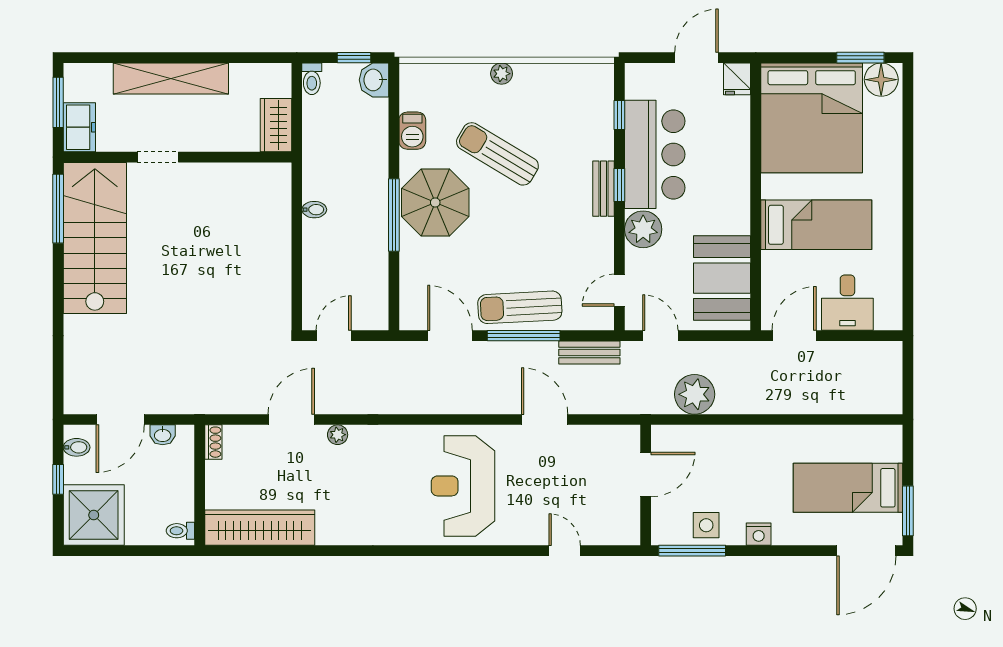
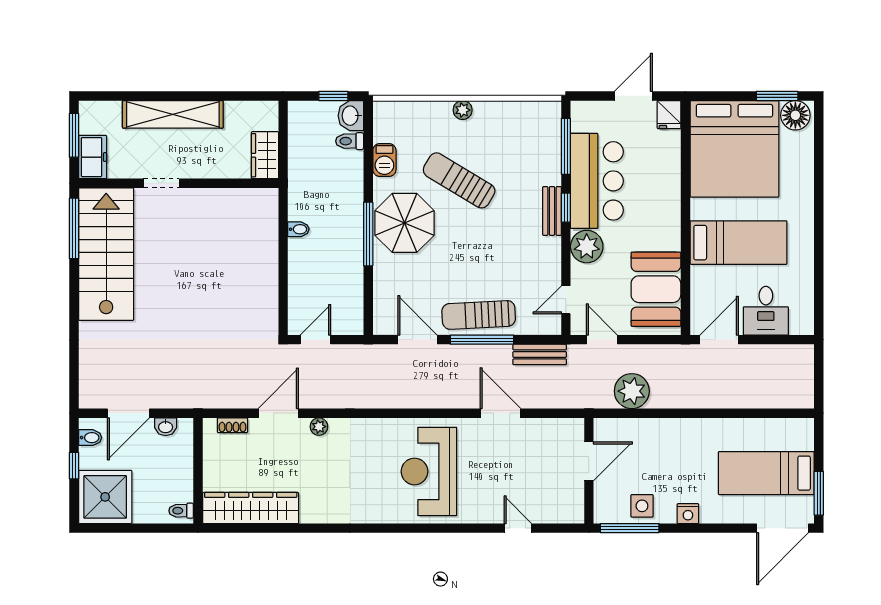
toilet: (312, 79) -> (350, 141), moved, turned 90
window: (619, 115) -> (566, 146), width x2.17
shoe rack: (213, 442) -> (232, 425), moved, turned 90

